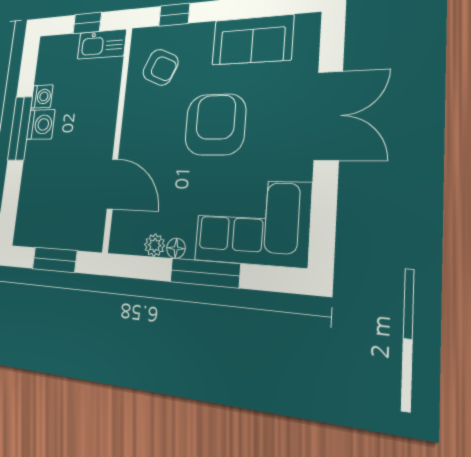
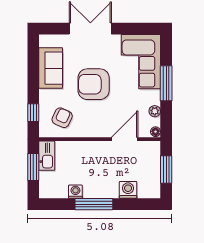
window: (87, 23) -> (33, 167), width x1.50
washing machine: (41, 124) -> (128, 190), moved
floor lamp: (176, 248) -> (156, 132), moved

